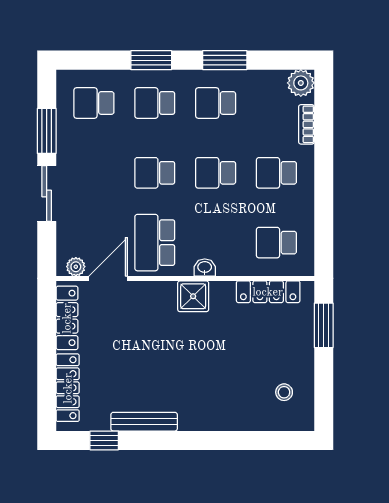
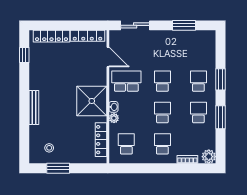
school desk: (94, 103) -> (198, 50), removed
sliding door: (47, 193) -> (135, 25), moved
plant: (76, 267) -> (114, 118), moved
shower: (193, 296) -> (92, 101), width x1.86, depth x1.86
window: (324, 325) -> (58, 168), moved
bench: (144, 422) -> (34, 107), moved

